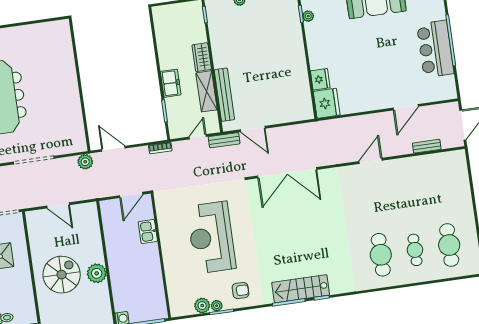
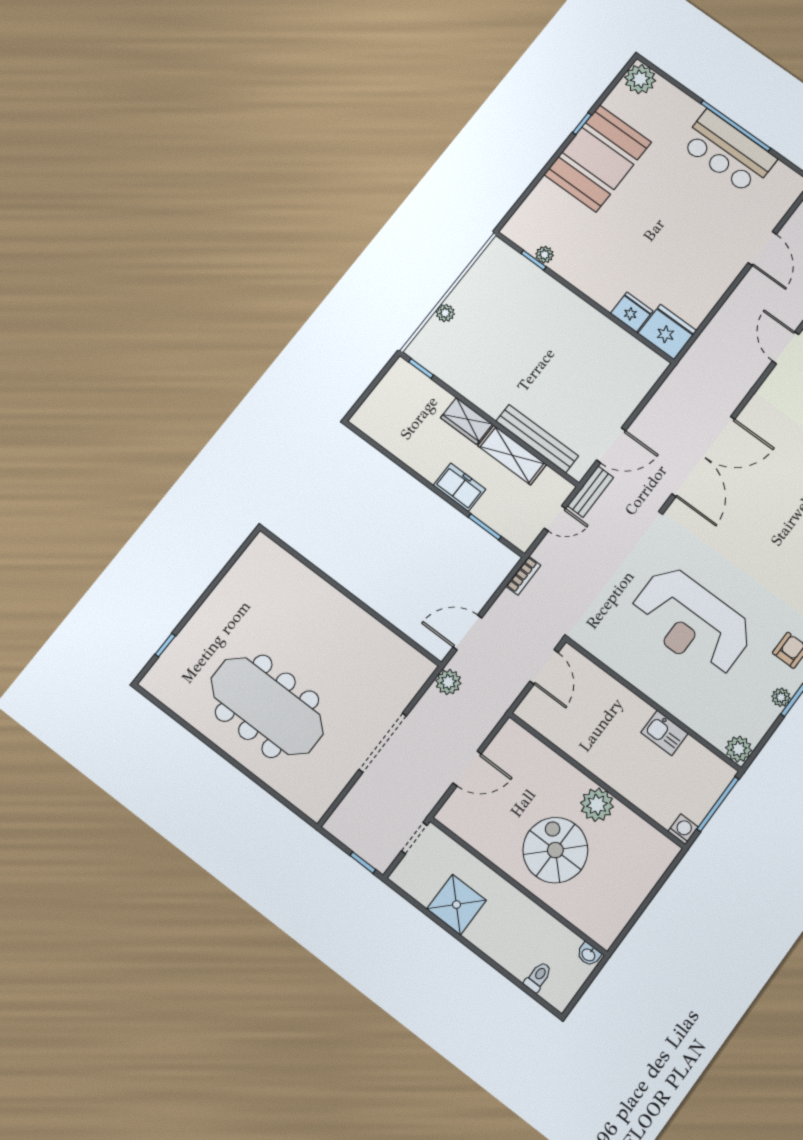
door: (198, 137) -> (555, 518), swing flipped
kitchen sink: (148, 232) -> (664, 733), moved
plant: (202, 306) -> (739, 749), moved

